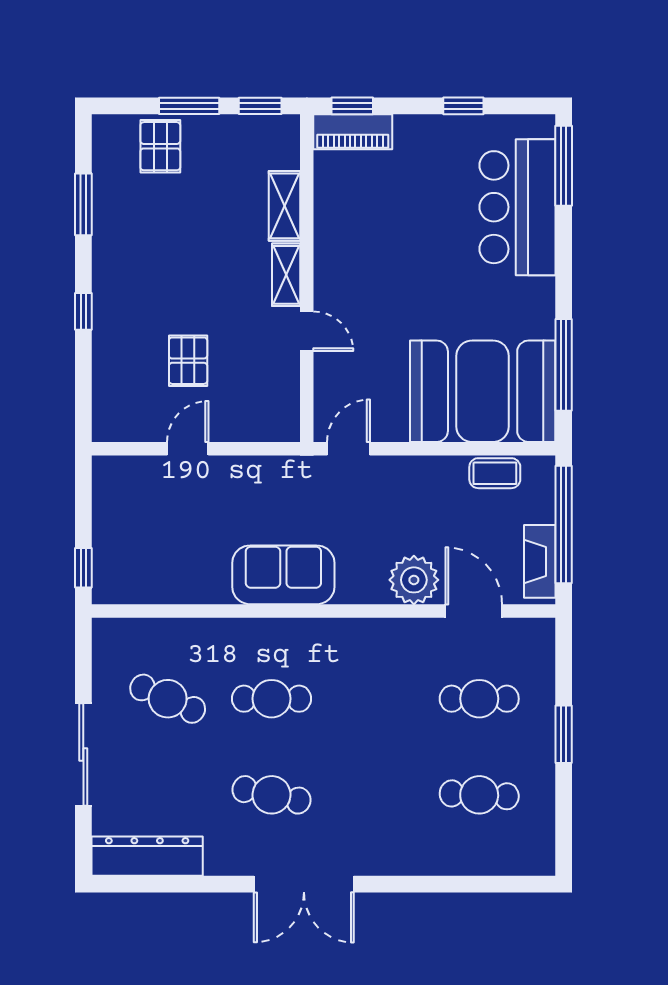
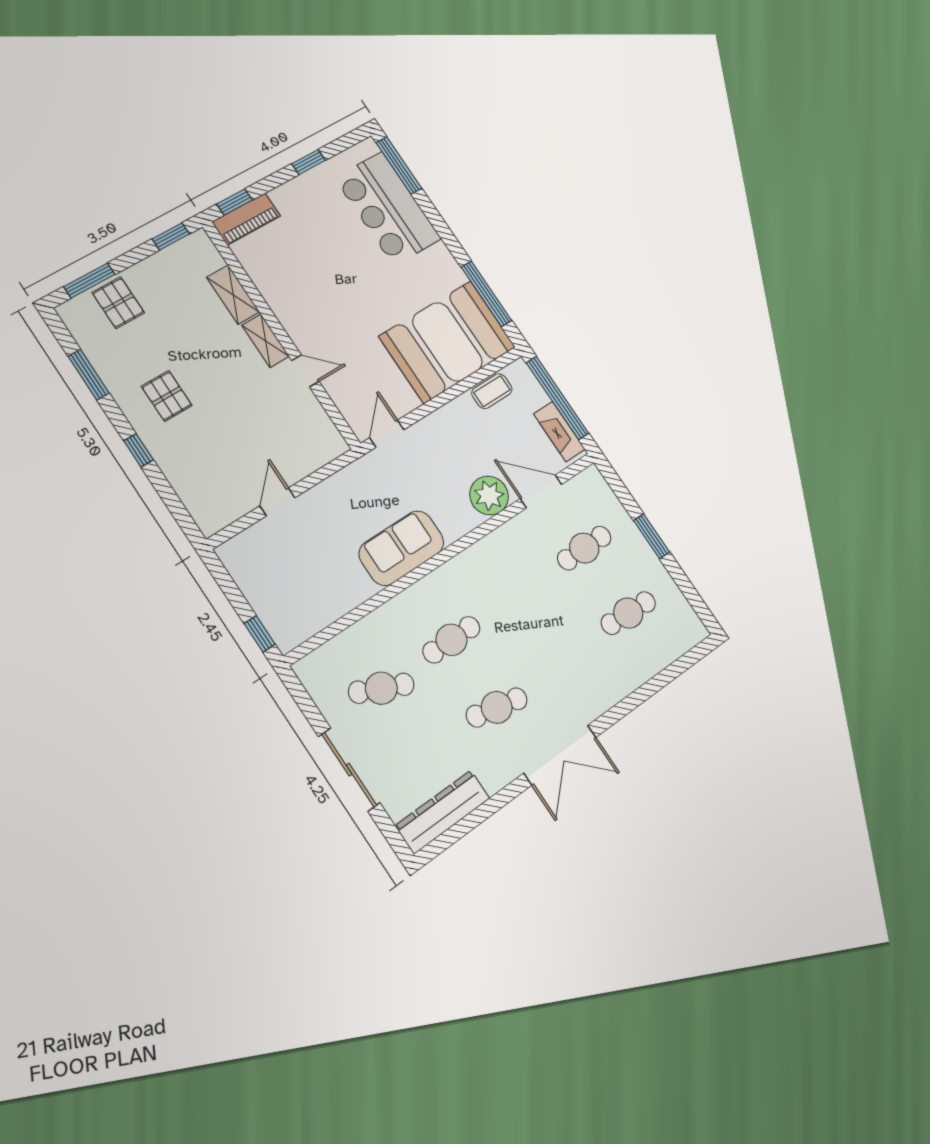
window: (189, 106) -> (89, 281), moved
pallet: (188, 361) -> (167, 396), moved

